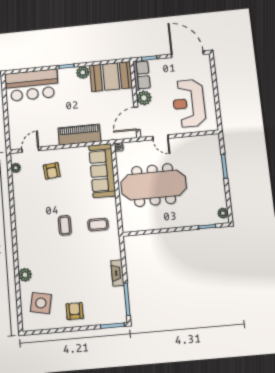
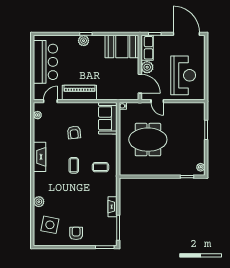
plant: (83, 72) -> (84, 41), moved
bar counter: (32, 85) -> (45, 62), moved, turned -90
reception desk: (189, 103) -> (183, 75), turned 180
door: (137, 118) -> (140, 84), swing flipped
piano: (79, 135) -> (79, 93), moved
armchair: (52, 171) -> (74, 132), moved
sofa: (102, 171) -> (108, 118), width x0.73
meeting table: (154, 185) -> (148, 140), width x0.73
fireplace: (22, 219) -> (40, 157), added

